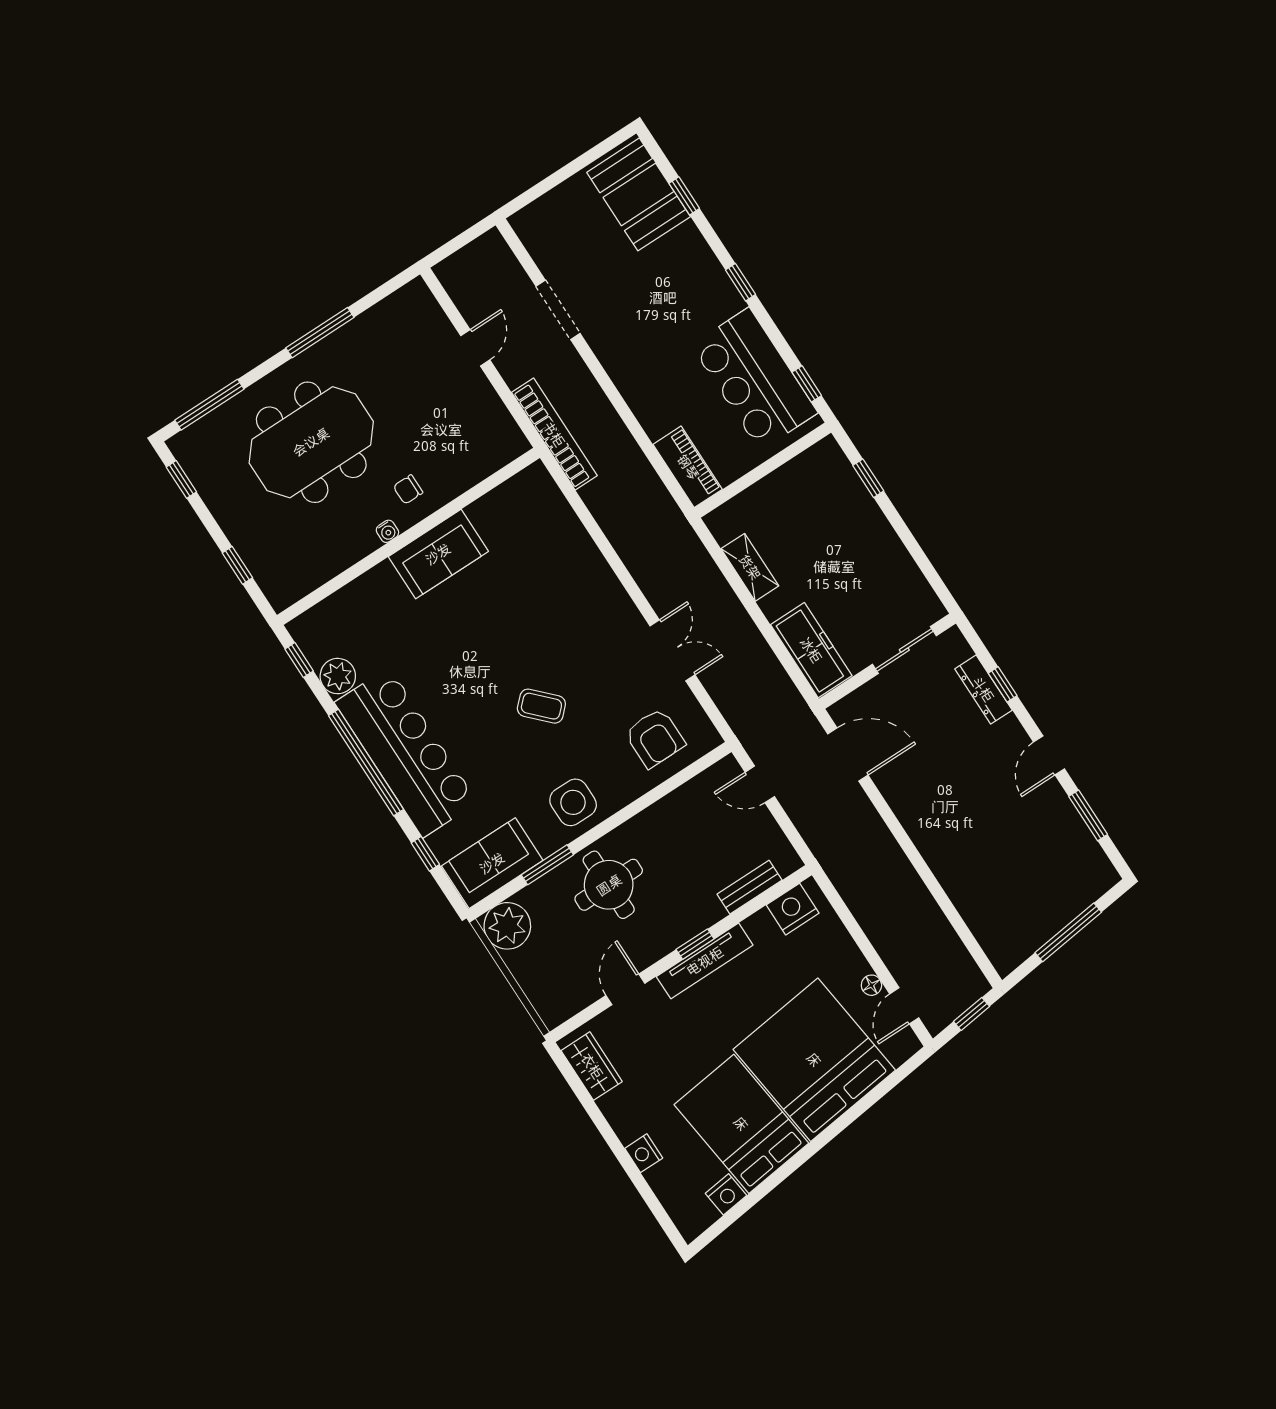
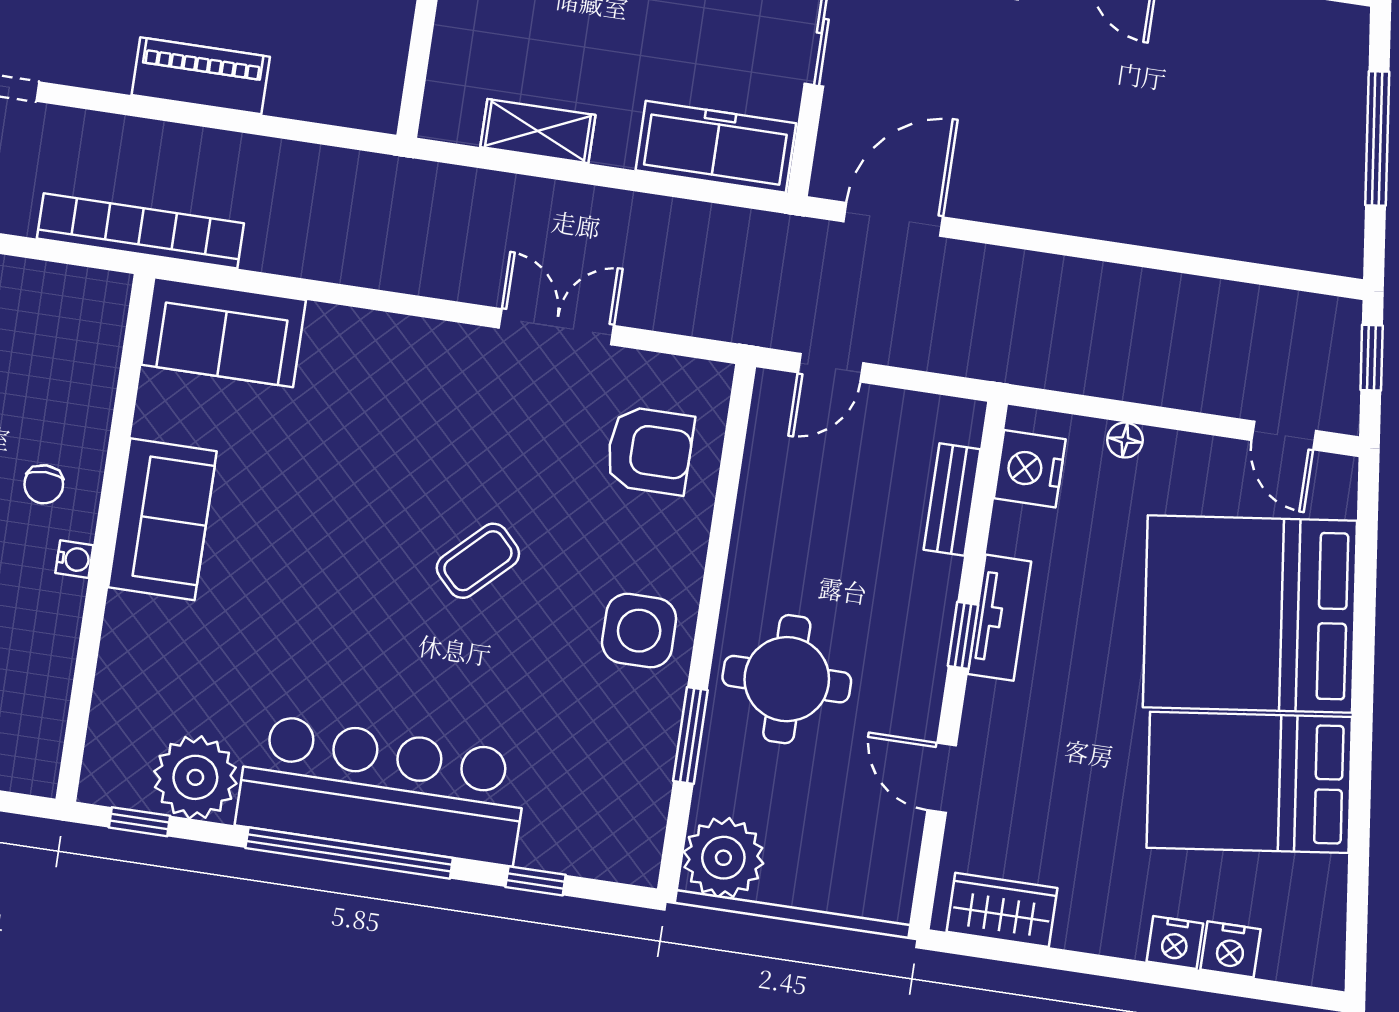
piano: (688, 467) -> (201, 76), moved
plant: (338, 676) -> (195, 777), width x1.36, depth x1.36
sofa: (492, 863) -> (224, 332), moved, turned -90
tv unit: (705, 961) -> (999, 618), width x0.71
floor lamp: (871, 985) -> (1125, 440), moved
nightstand: (726, 1194) -> (1230, 949), moved, turned 97

